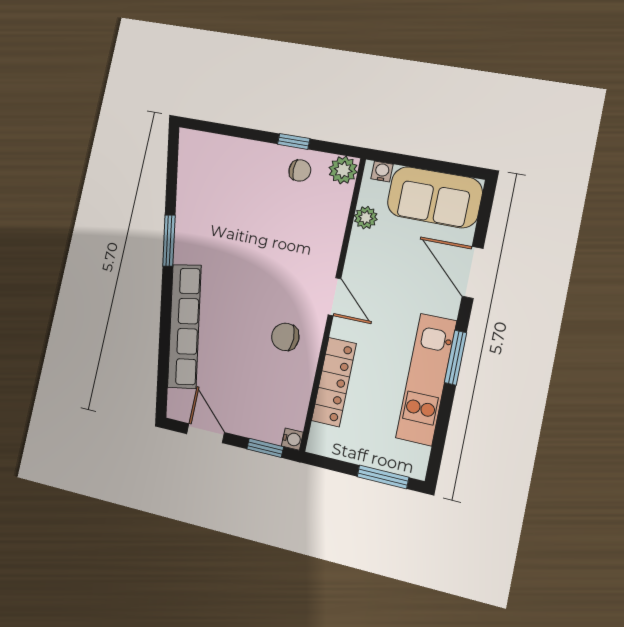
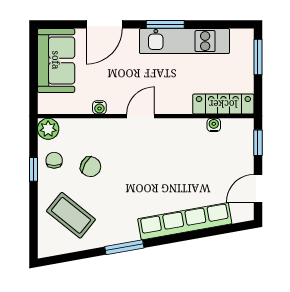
water cooler: (382, 171) -> (99, 107), moved, turned -90
coffee table: (224, 180) -> (71, 215), added
plant: (366, 218) -> (80, 106), removed
chair: (285, 337) -> (91, 167), moved, turned -61
locker: (334, 382) -> (223, 104), moved
water cooler: (292, 439) -> (214, 125), moved

